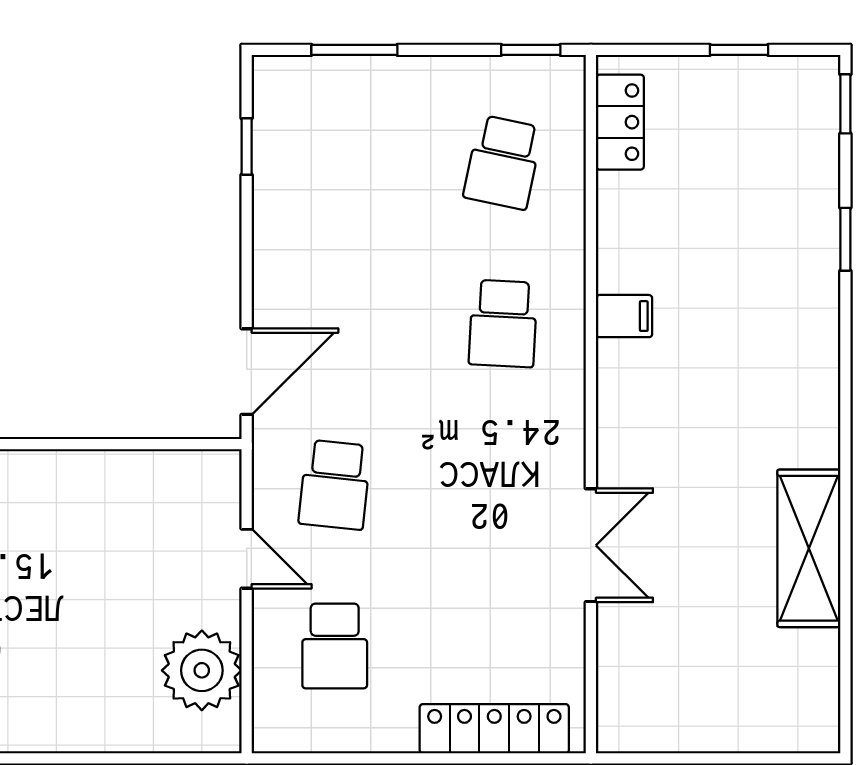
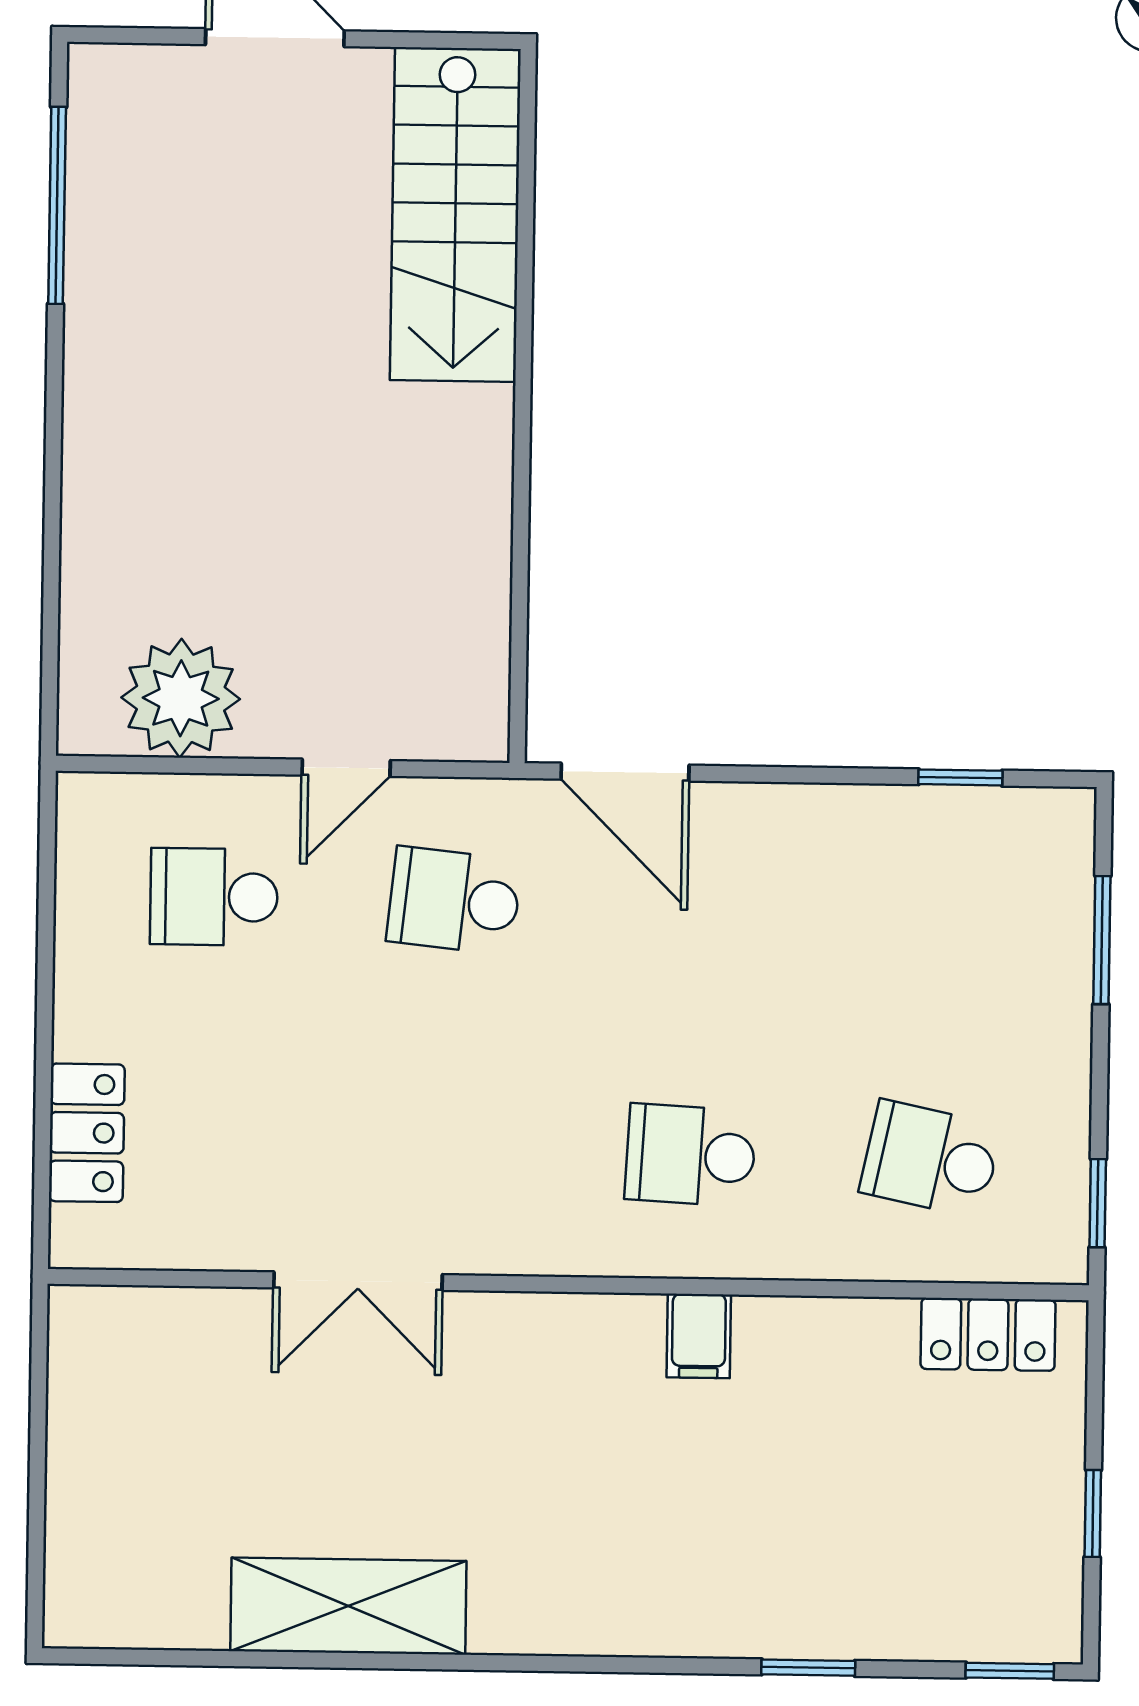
locker: (494, 729) -> (87, 1133), width x0.66

